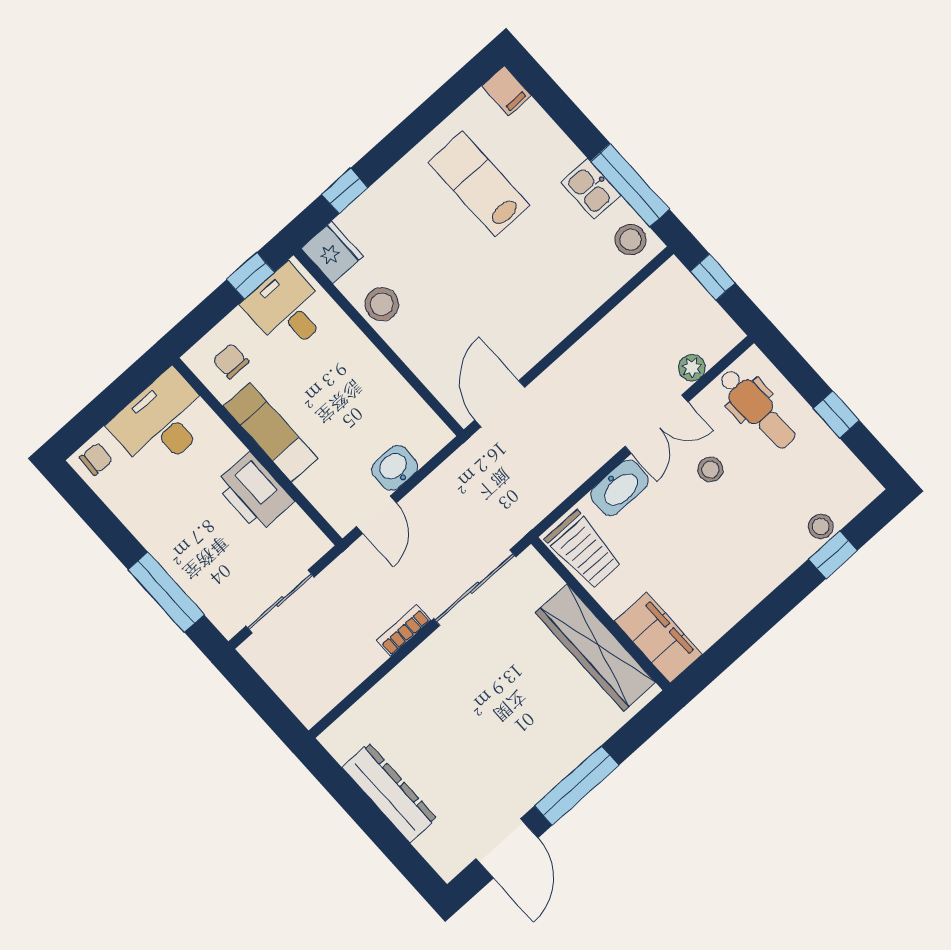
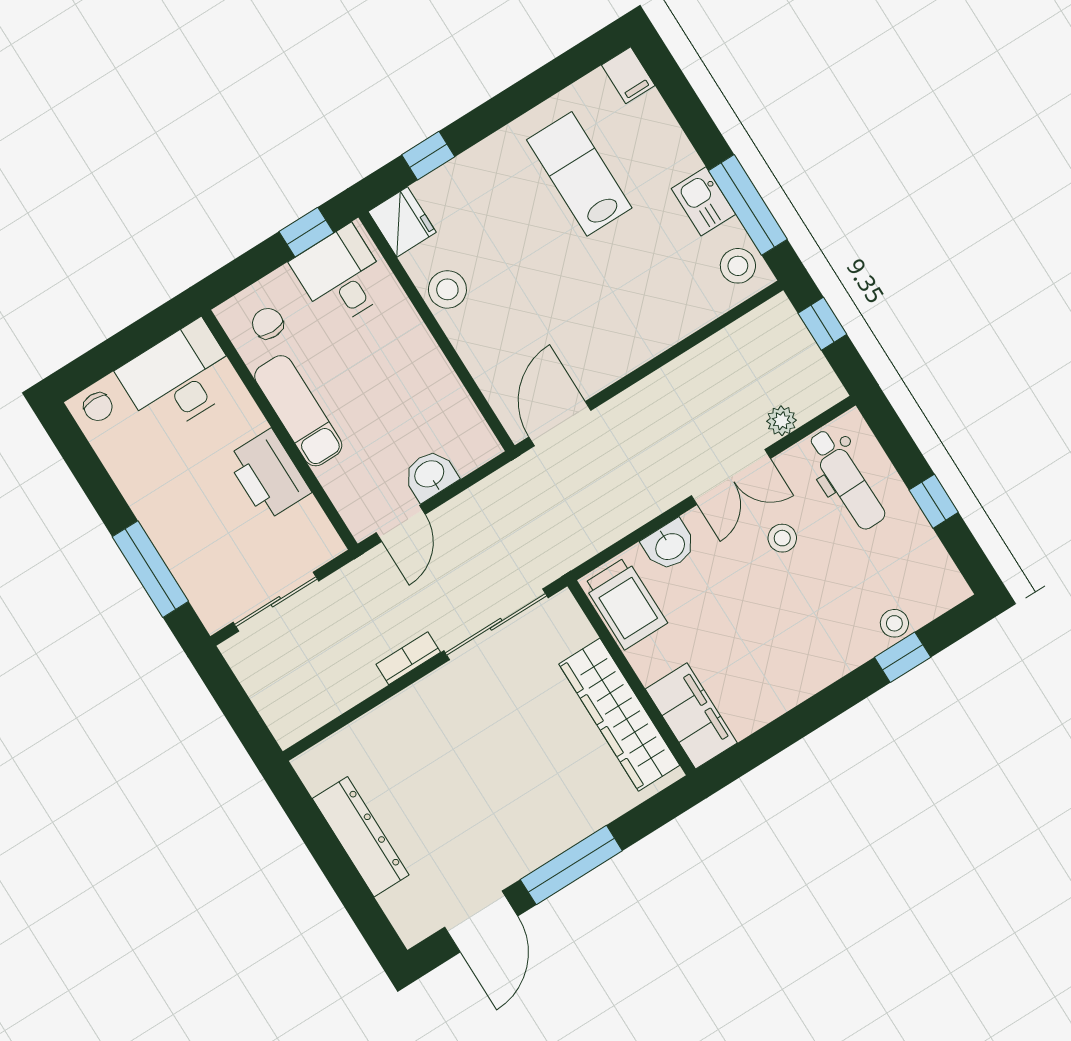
chair: (96, 459) -> (98, 407), turned 88
washbasin: (619, 488) -> (669, 546), width x0.72

